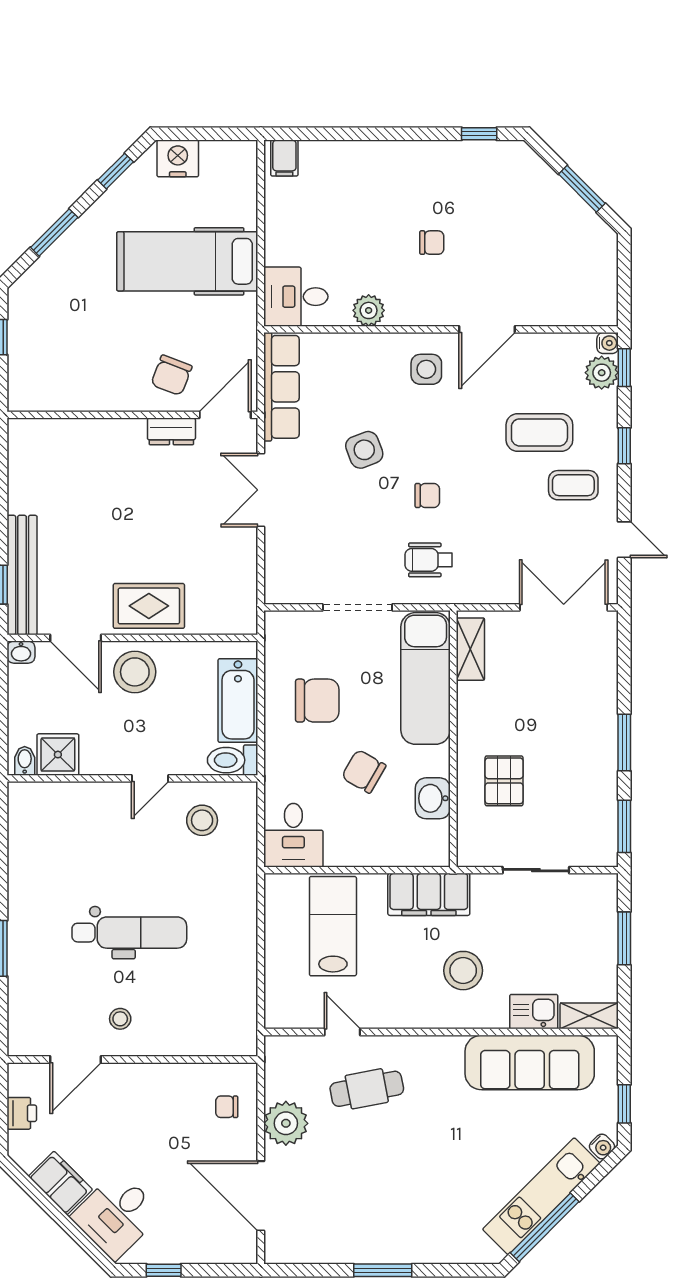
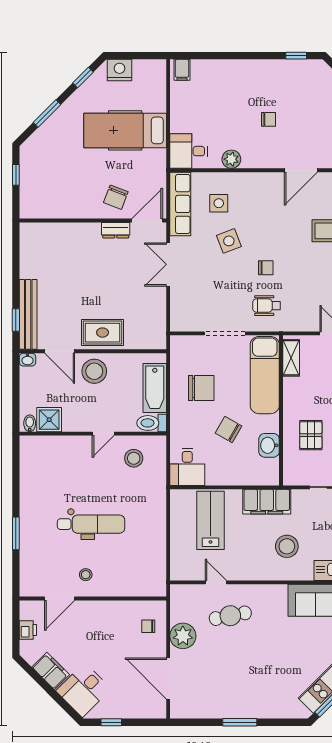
side table: (426, 369) -> (219, 203), moved

